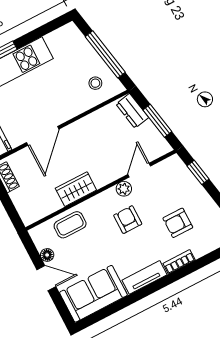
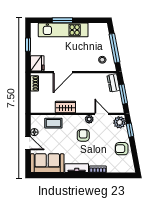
plant: (175, 169) -> (120, 122), added
door: (139, 170) -> (102, 114), hinge flipped
armchair: (178, 223) -> (122, 149), moved

